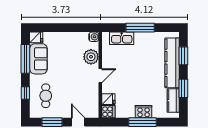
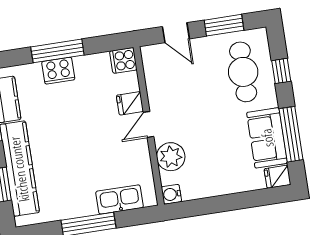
cafe table: (46, 96) -> (243, 72), width x1.37, depth x1.35
fridge: (108, 99) -> (130, 103), moved

